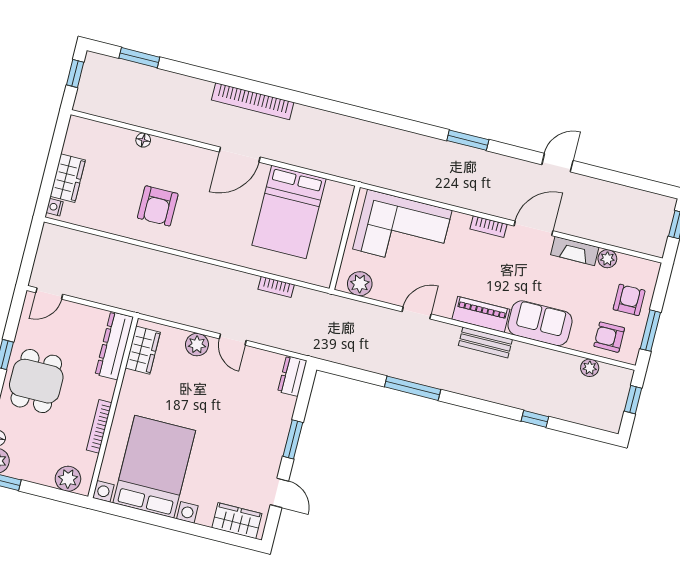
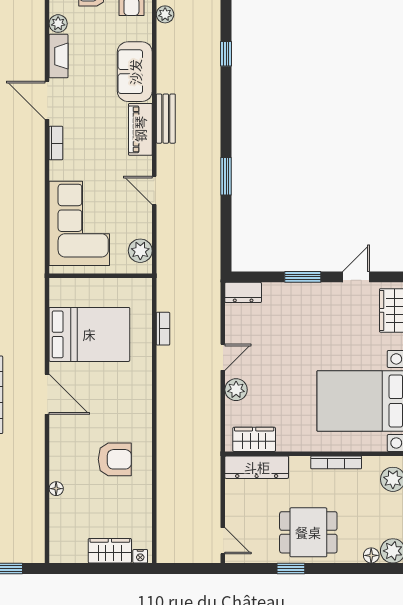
window: (413, 388) -> (226, 176), width x0.69

